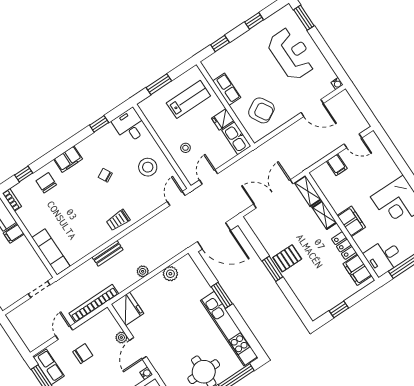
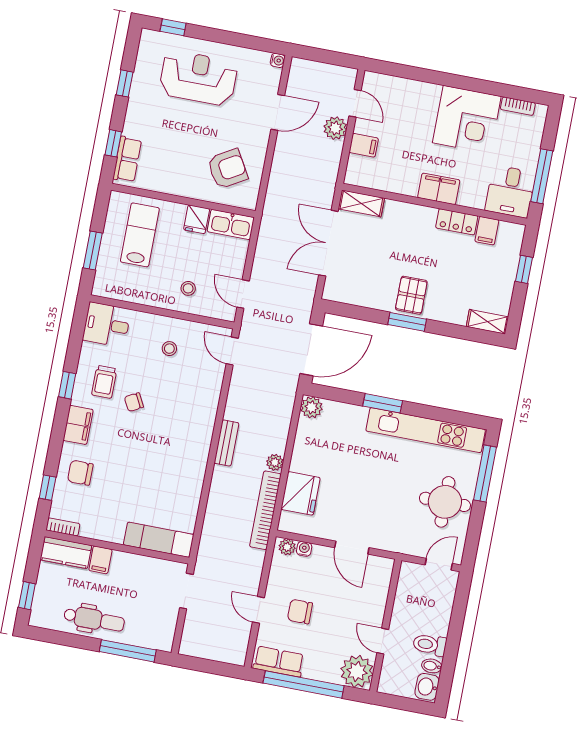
window: (304, 18) -> (173, 27), width x0.67
row of seats: (227, 89) -> (127, 159), moved, turned 90
window: (99, 124) -> (67, 385), moved
door: (353, 141) -> (355, 103), hinge flipped
plant: (332, 143) -> (335, 128), added
stool: (148, 167) -> (169, 349), width x0.53, depth x0.53
shelving: (324, 215) -> (487, 322), moved
trolley: (118, 220) -> (104, 382), moved
bench: (108, 253) -> (226, 443), moved
filing cabinet: (357, 270) -> (487, 231), width x0.50
plant: (170, 274) -> (312, 407), moved
bookcase: (94, 304) -> (265, 510), moved
fridge: (127, 309) -> (301, 493), moved, turned 90
window: (339, 309) -> (524, 269), moved
plant: (121, 337) -> (287, 547), moved
chair: (83, 354) -> (300, 612), turned -90
water cooler: (146, 373) -> (304, 549), moved

